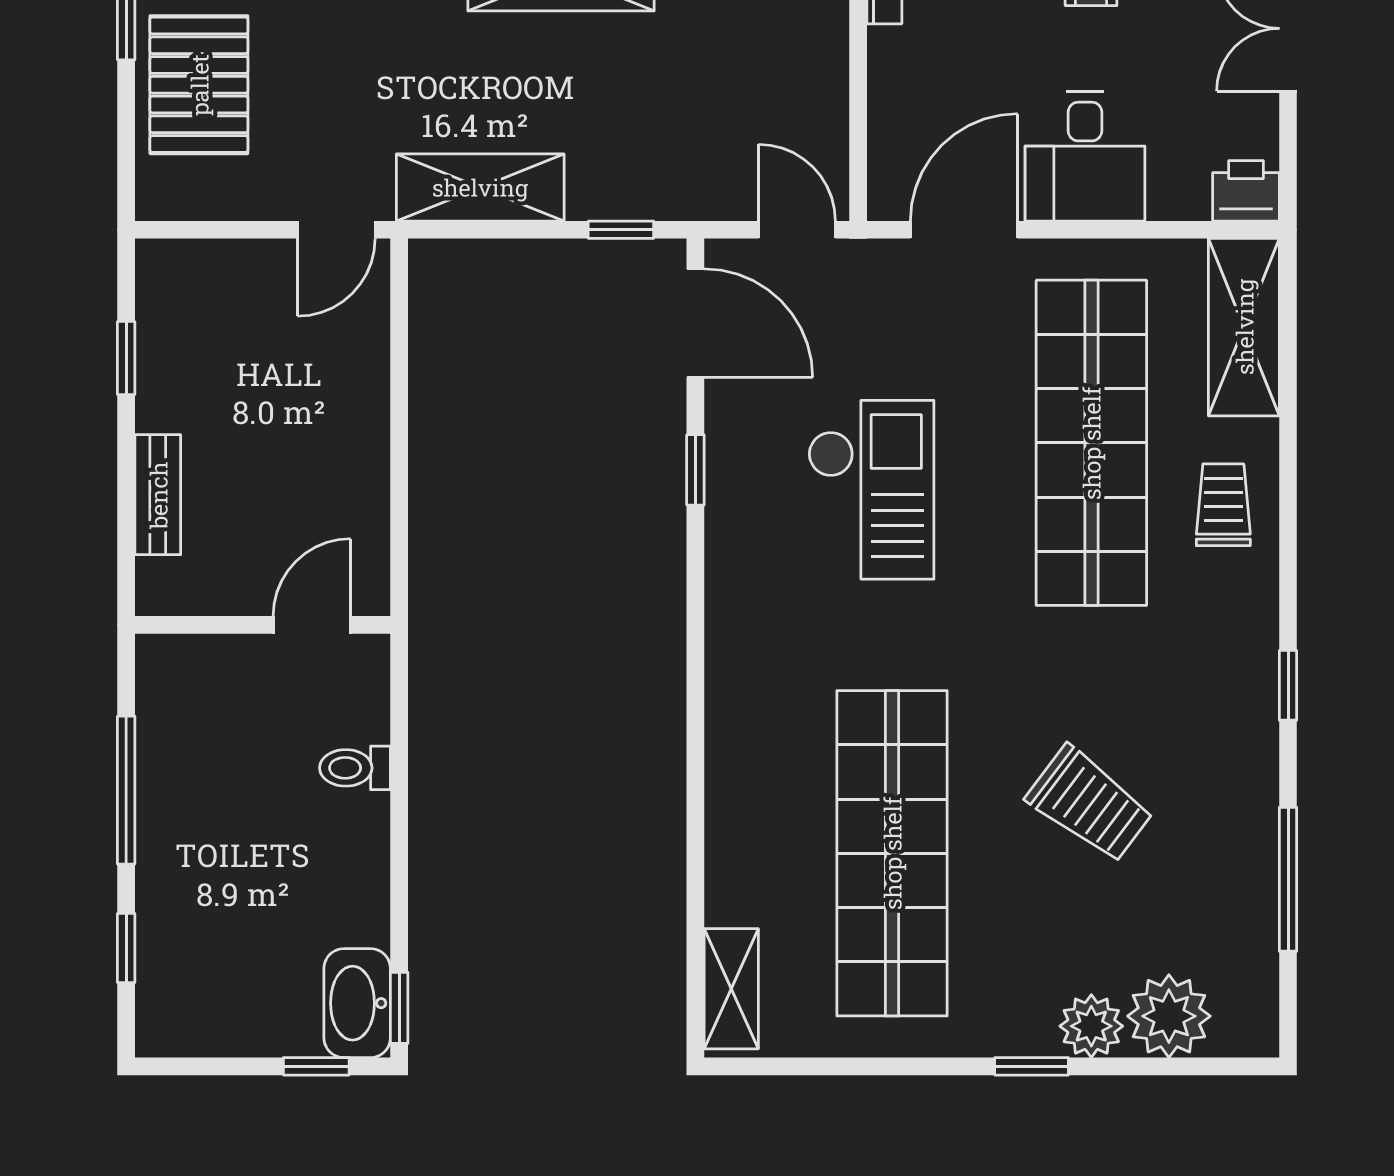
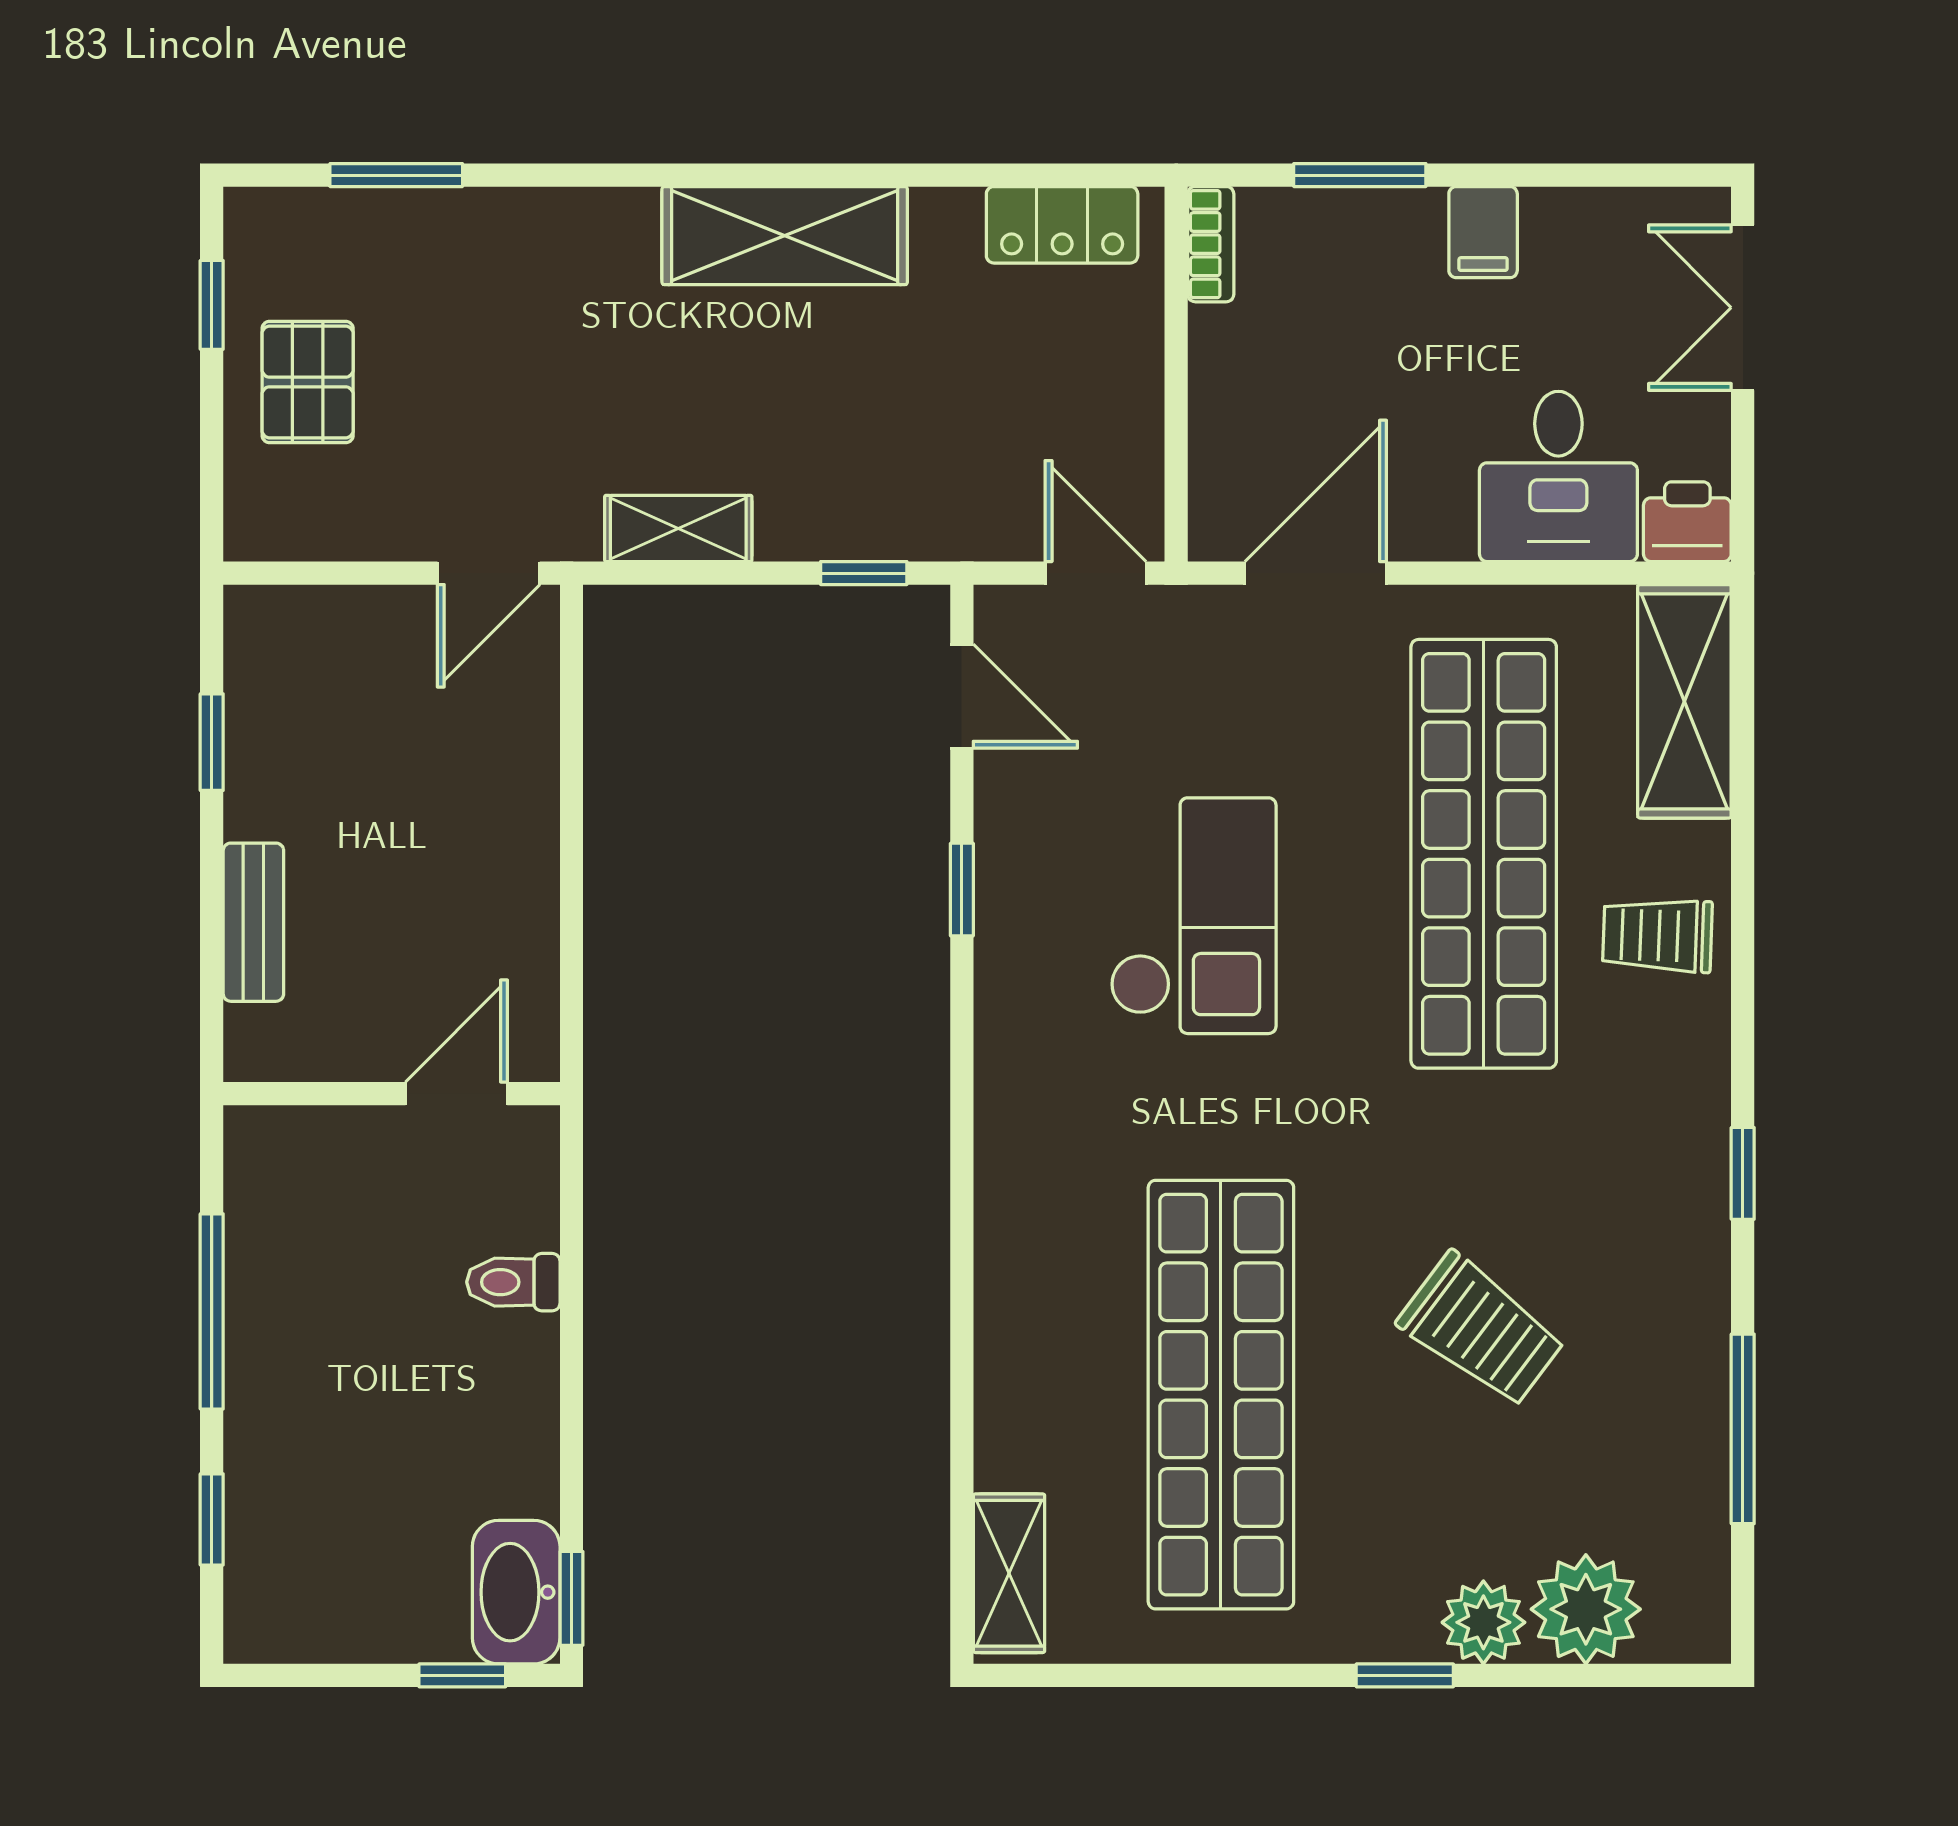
pallet: (199, 85) -> (308, 382), width x0.67, depth x0.71
desk: (1085, 156) -> (1558, 476), moved
shelving: (480, 187) -> (678, 528), width x0.67, depth x0.75
door: (695, 323) -> (962, 696), width x0.73
trolley: (1223, 505) -> (1657, 935), turned -88

